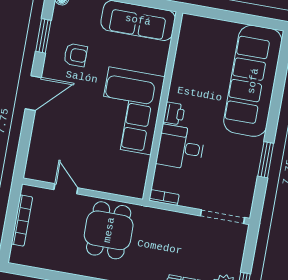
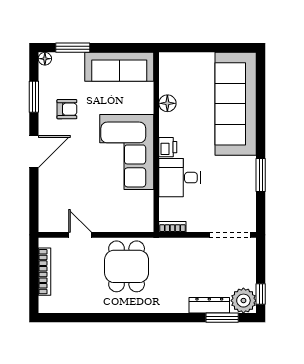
floor lamp: (182, 68) -> (167, 103), added

